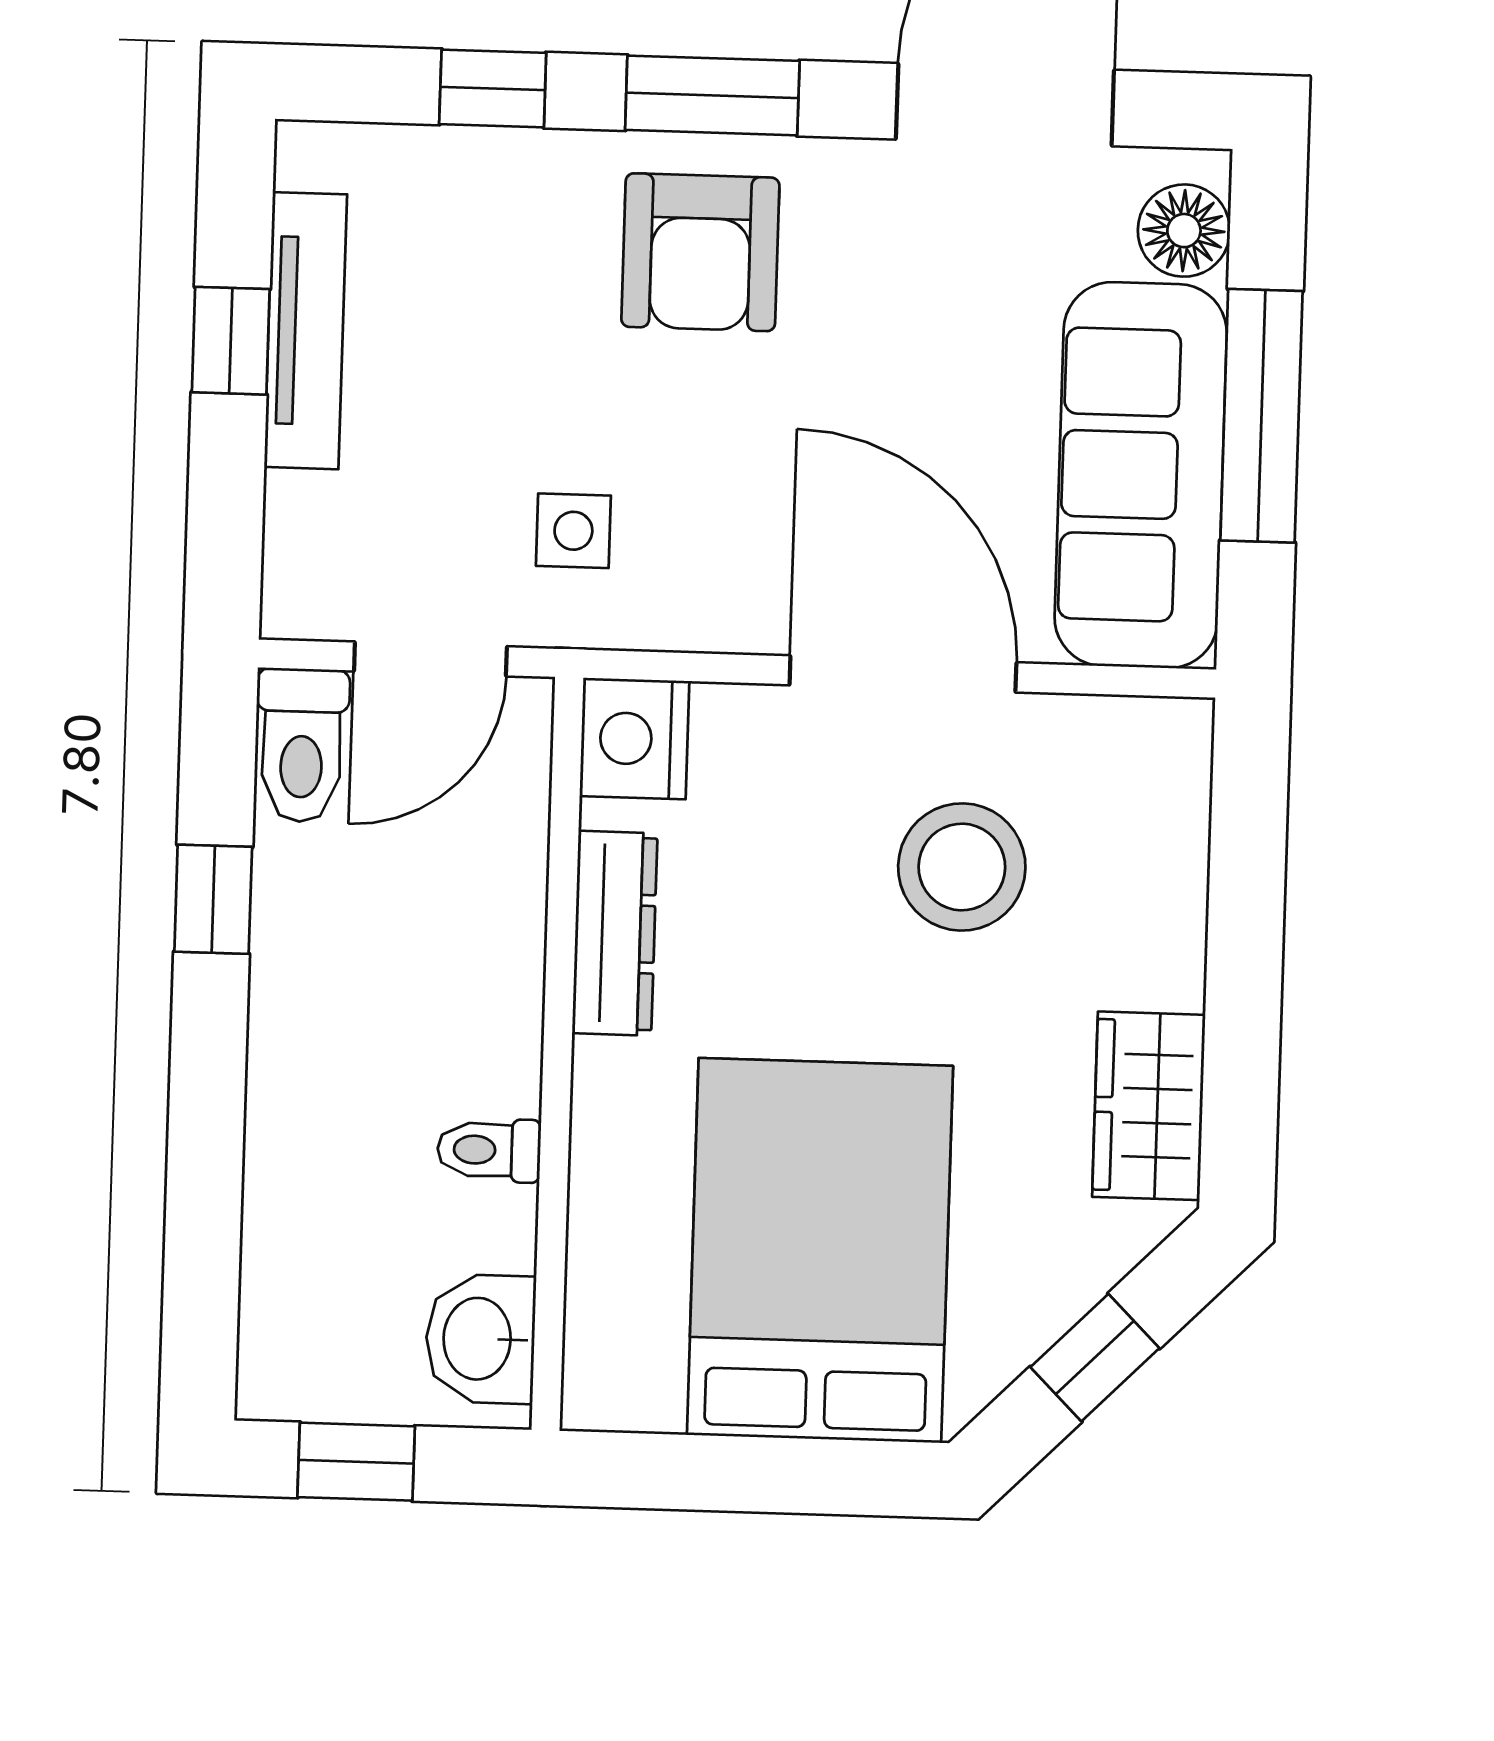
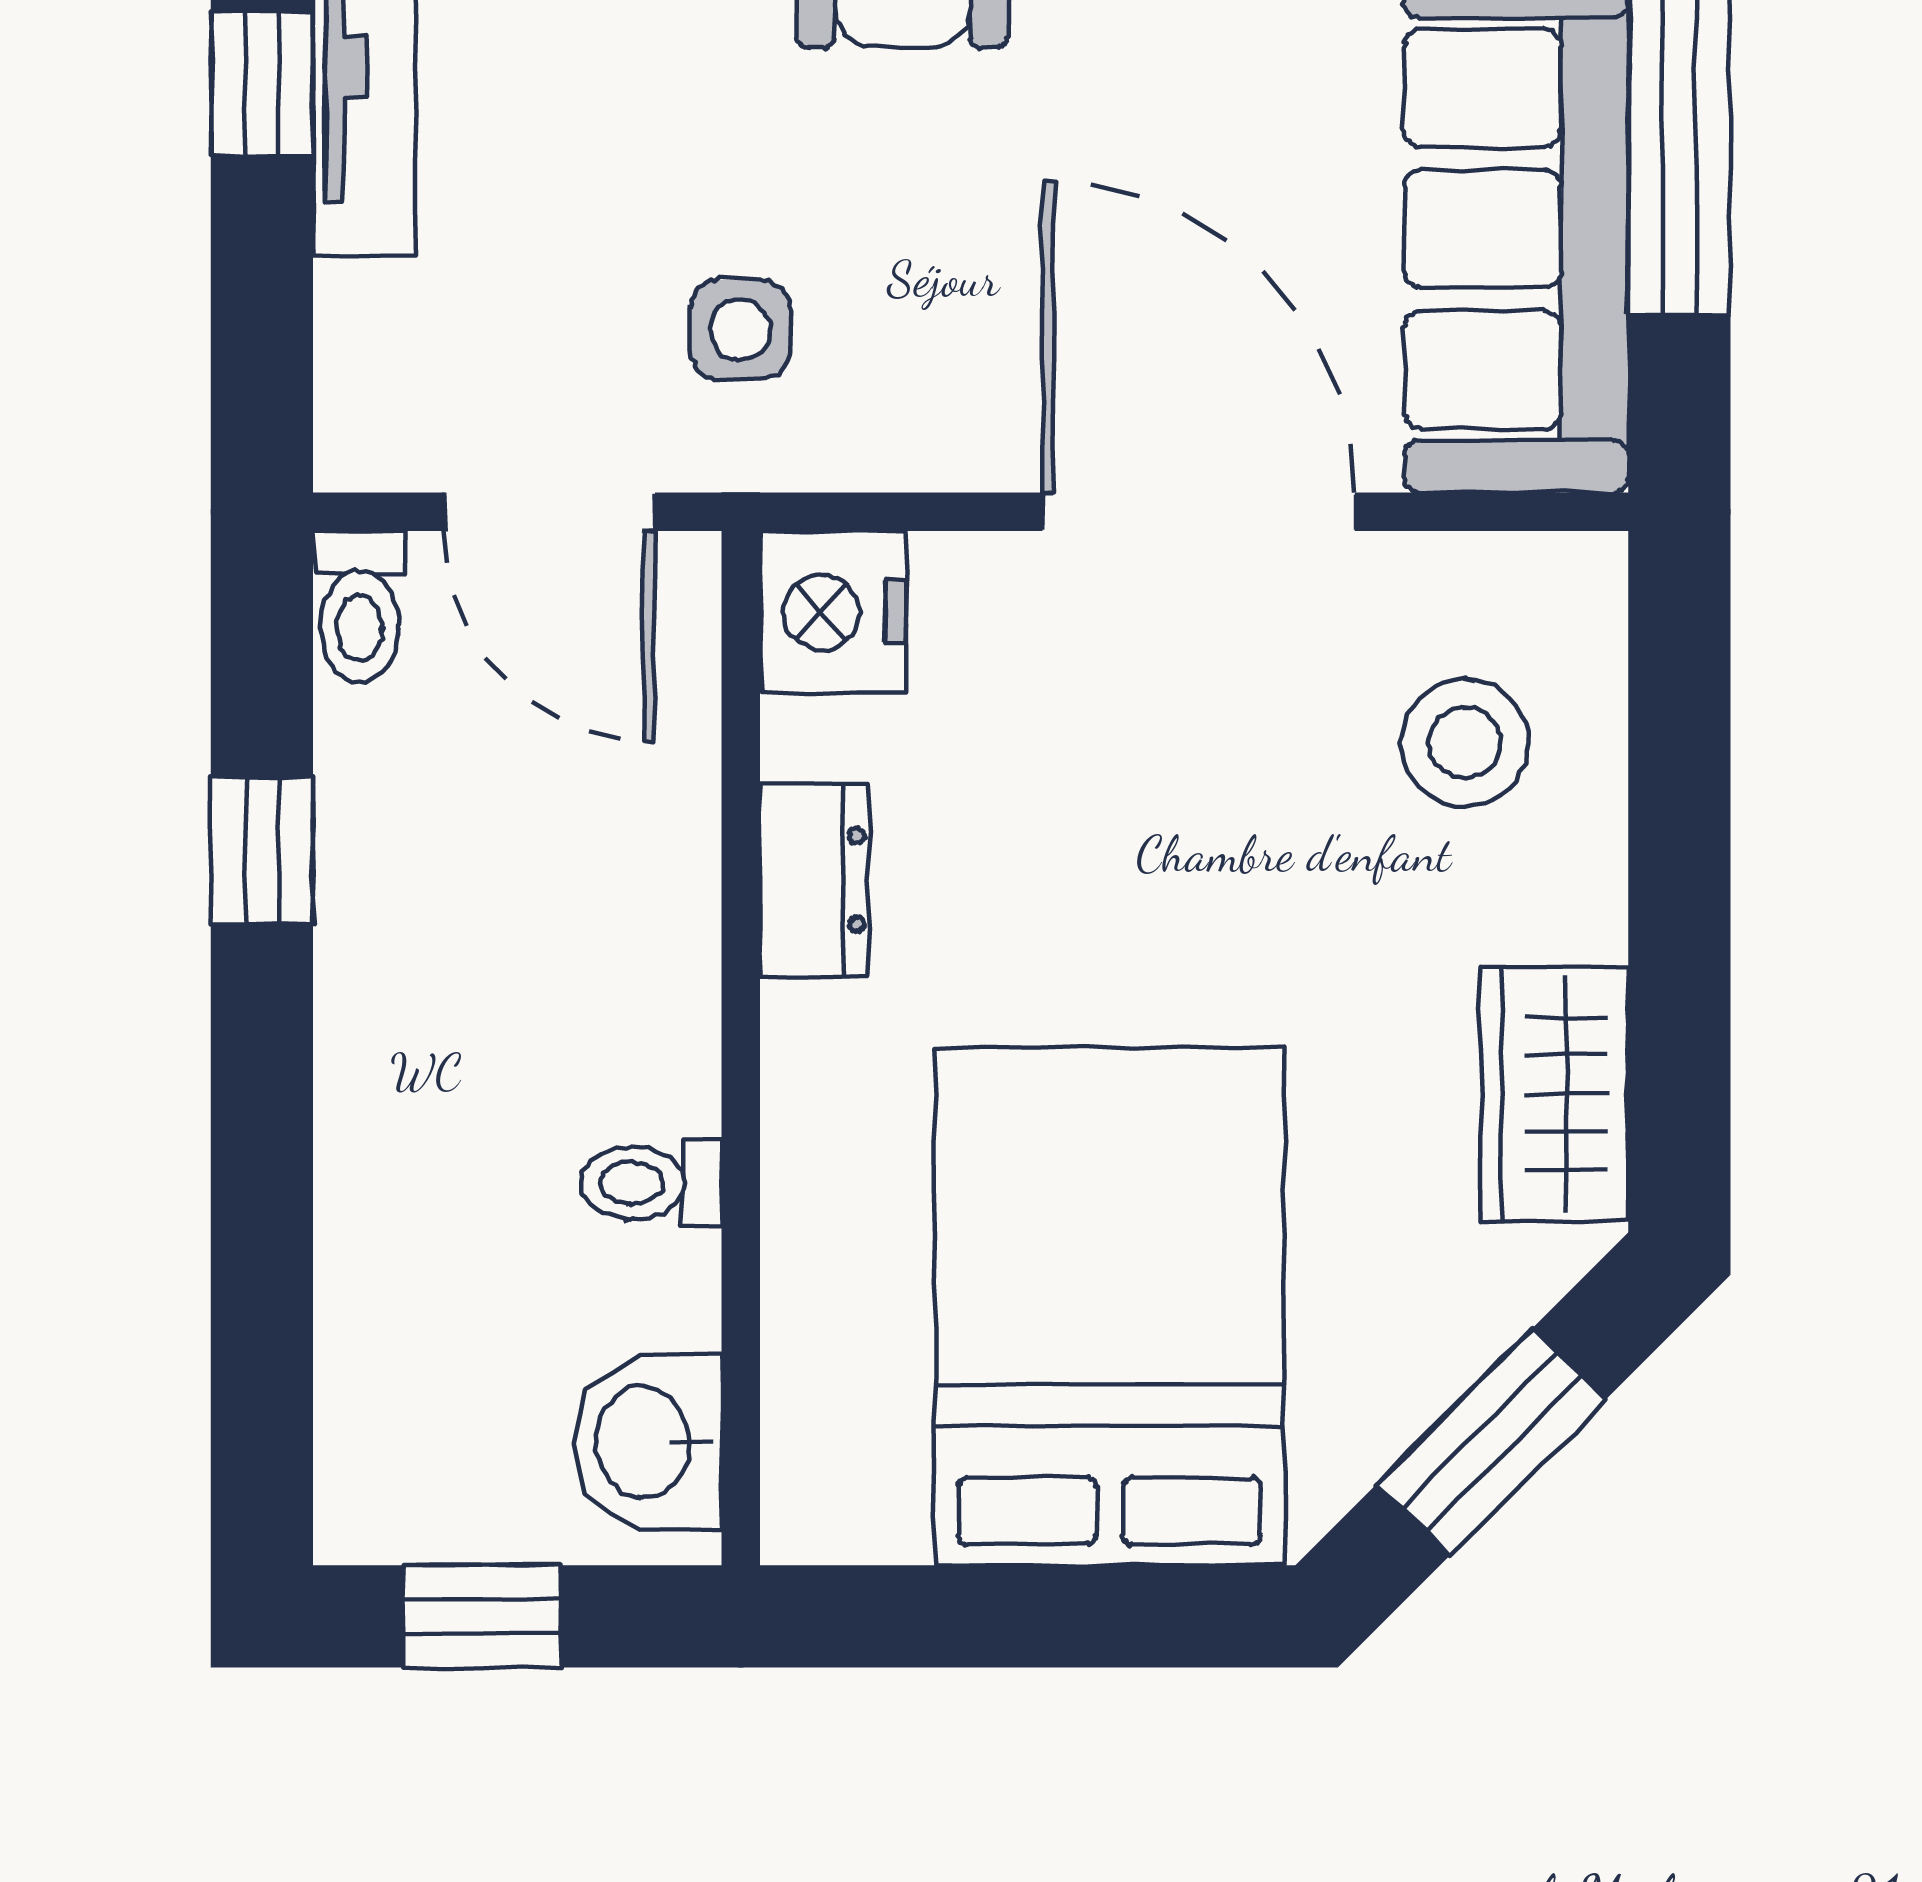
door: (430, 659) -> (550, 512), hinge flipped
toilet: (302, 745) -> (359, 607), width x0.73, depth x0.72
stool: (962, 867) -> (1465, 743), moved, width x0.73, depth x0.73
dresser: (615, 933) -> (814, 880), width x0.70
window: (1095, 1358) -> (1491, 1442), width x1.50

